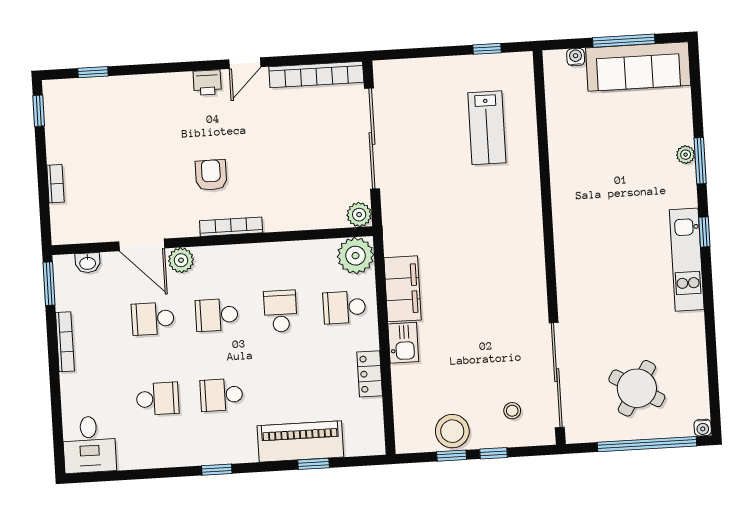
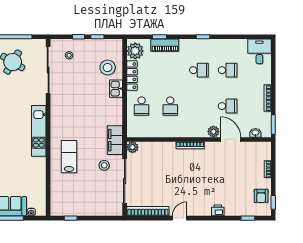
printer: (207, 83) -> (218, 210), moved
lab bench: (487, 128) -> (69, 157), moved
stool: (420, 171) -> (104, 165), added
armchair: (211, 175) -> (261, 196), moved
kitchen unit: (570, 238) -> (39, 131), added
plant: (356, 256) -> (135, 51), moved
filing cabinet: (403, 289) -> (115, 140), moved
school desk: (344, 307) -> (142, 106), turned 90
school desk: (217, 315) -> (199, 106), removed
locker: (370, 374) -> (132, 76), width x1.53
school desk: (158, 399) -> (228, 70), turned 180
stool: (452, 431) -> (108, 68), moved
piano: (300, 441) -> (165, 45), width x0.73, depth x0.75

